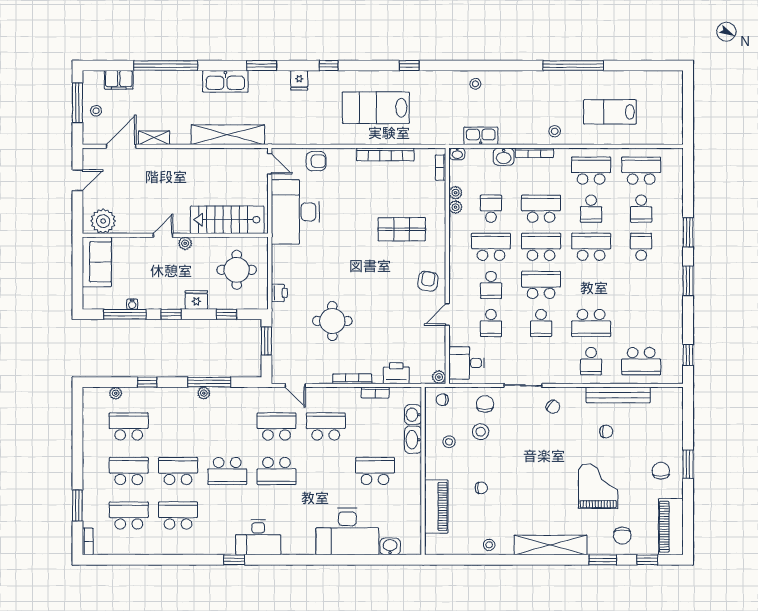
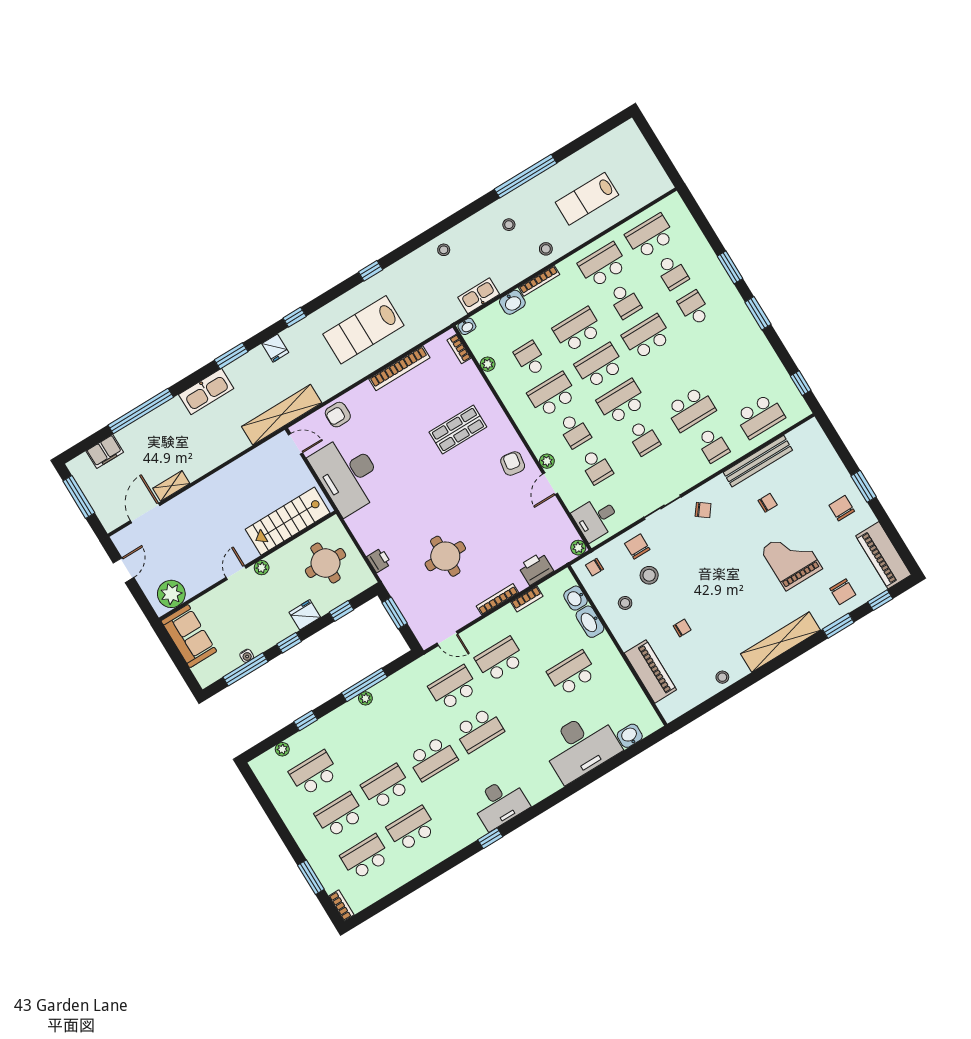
stool: (96, 111) -> (509, 225), moved
shelving: (228, 135) -> (282, 415), moved
armchair: (316, 161) -> (338, 415), turned 180
plant: (456, 207) -> (547, 461), moved

